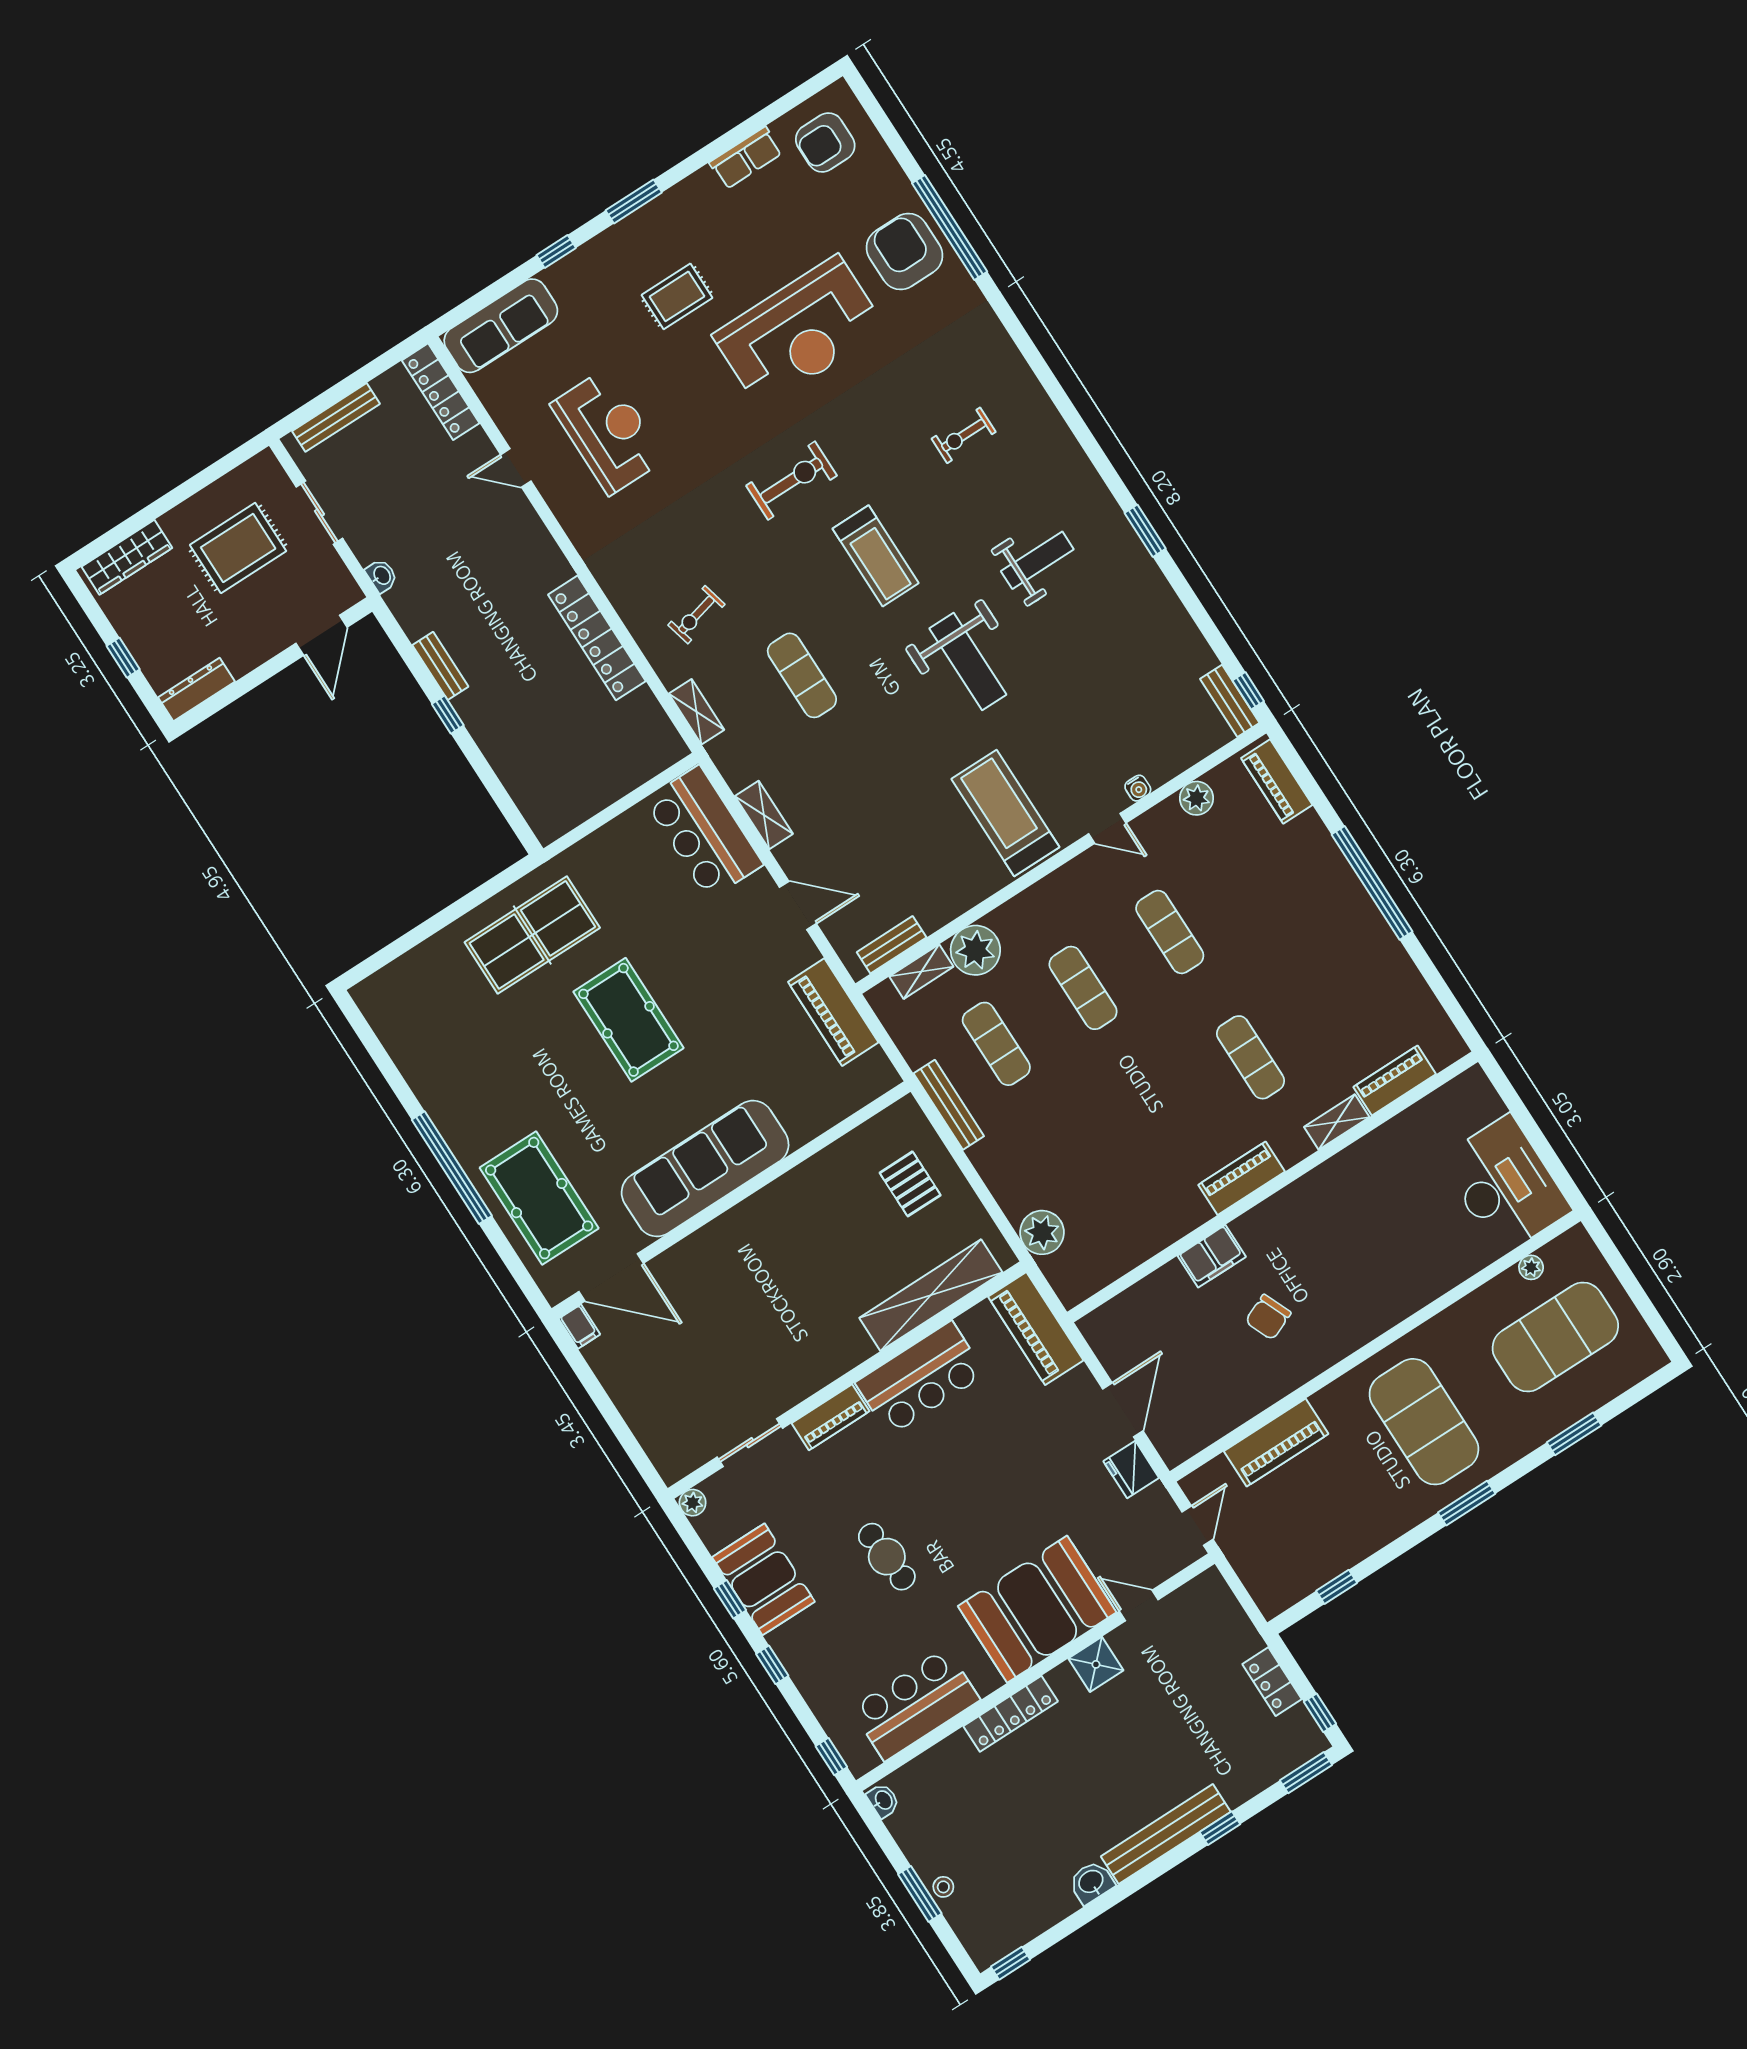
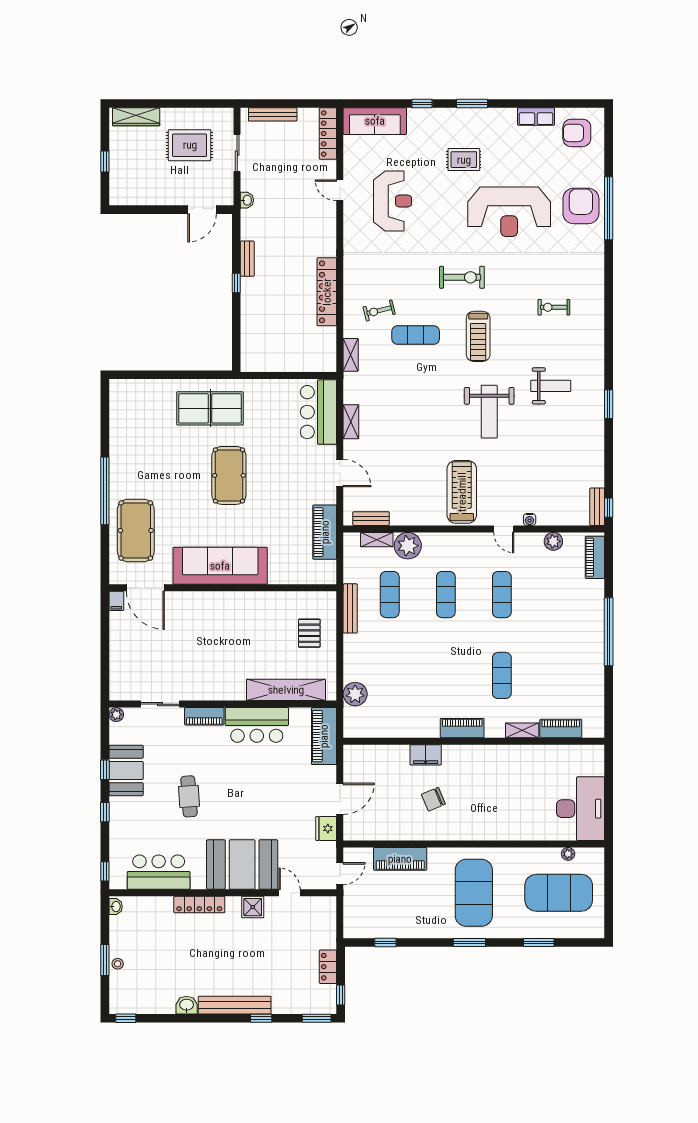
exercise mat: (802, 675) -> (416, 335), moved, turned 90
dresser: (197, 689) -> (129, 198), removed

